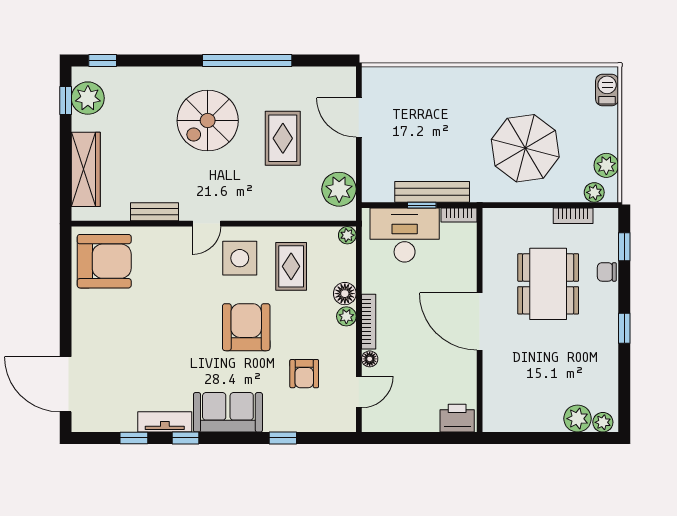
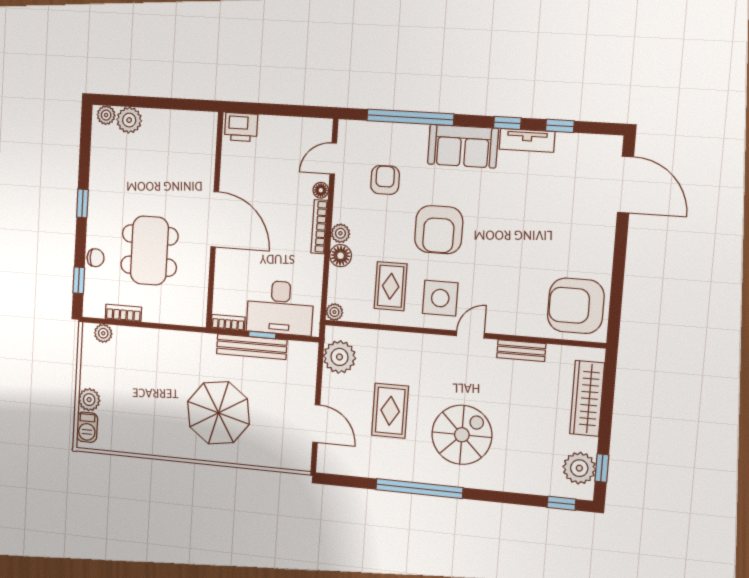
parasol: (525, 148) -> (218, 413), moved
plant: (606, 165) -> (89, 400), moved
window: (283, 438) -> (410, 117), width x3.17

